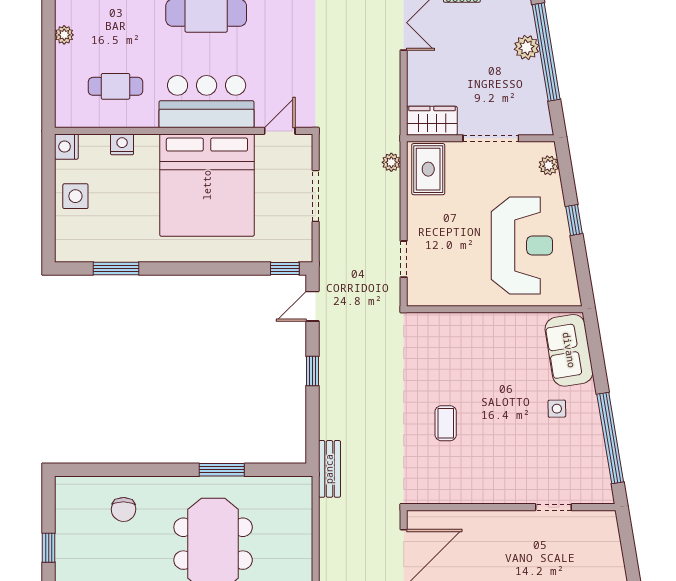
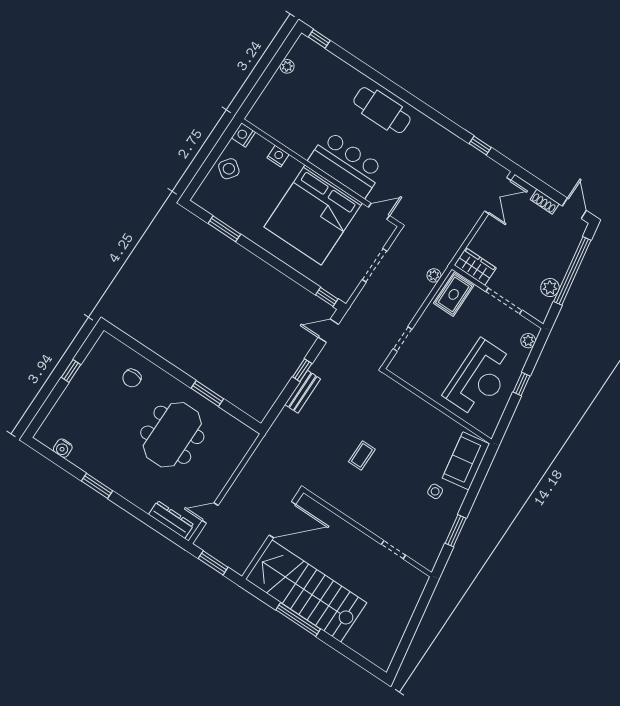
plant: (527, 47) -> (550, 288), moved
cafe table: (115, 86) -> (297, 118), removed
side table: (75, 196) -> (229, 169), turned 37
window: (610, 438) -> (456, 531), width x0.47
bench: (329, 469) -> (303, 392), moved

